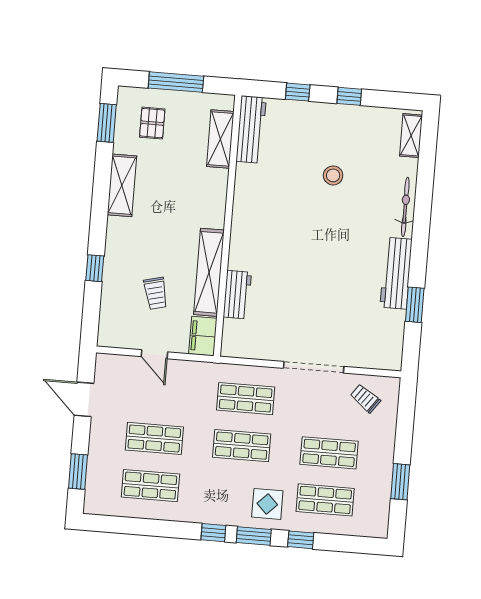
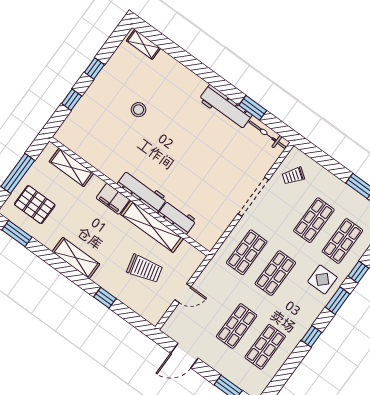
pallet: (152, 123) -> (35, 205), width x1.50, depth x1.42
workbench: (251, 129) -> (142, 191), moved
shelving: (122, 185) -> (76, 258), moved
bicycle: (405, 207) -> (267, 135), moved
trolley: (156, 293) -> (145, 269), width x1.36, depth x1.39
filing cabinet: (203, 336) -> (113, 199), moved
window: (213, 533) -> (311, 336), moved

